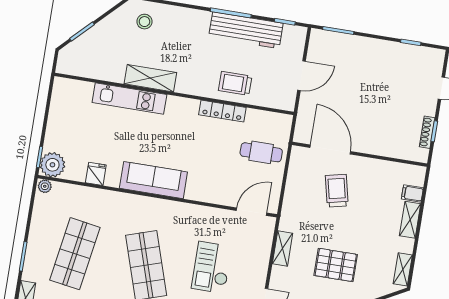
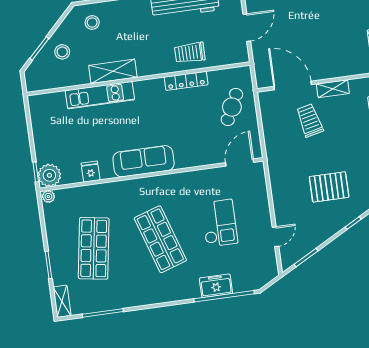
stool: (105, 42) -> (62, 52), added
cafe table: (261, 152) -> (232, 107), turned -64
shelving: (283, 249) -> (333, 89), moved, turned 90
checkout: (212, 267) -> (219, 223), turned 180

